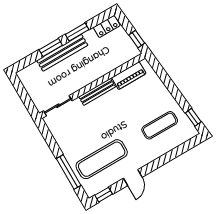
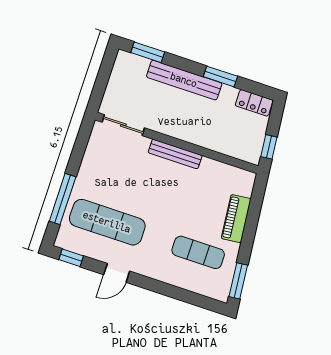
window: (51, 47) -> (148, 52), moved
piano: (129, 76) -> (236, 219), moved, turned 84
window: (193, 117) -> (238, 281), width x1.50

